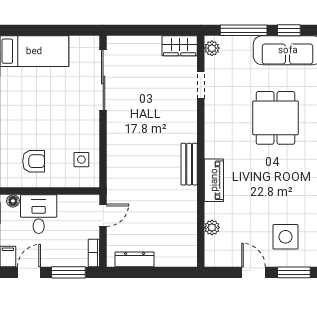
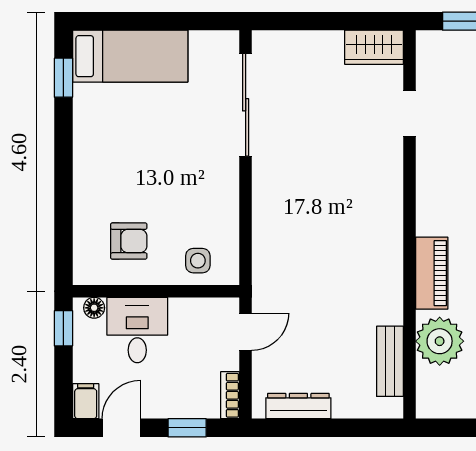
plant: (212, 48) -> (428, 51), removed
side table: (81, 160) -> (198, 261), moved
bench: (189, 164) -> (390, 361), moved
plant: (212, 227) -> (440, 341), width x1.88, depth x1.88
window: (68, 272) -> (187, 428), width x0.67

